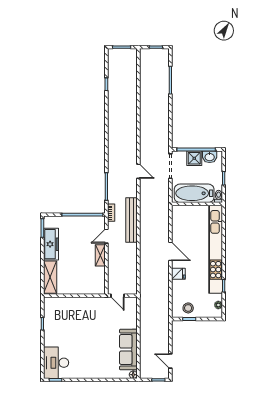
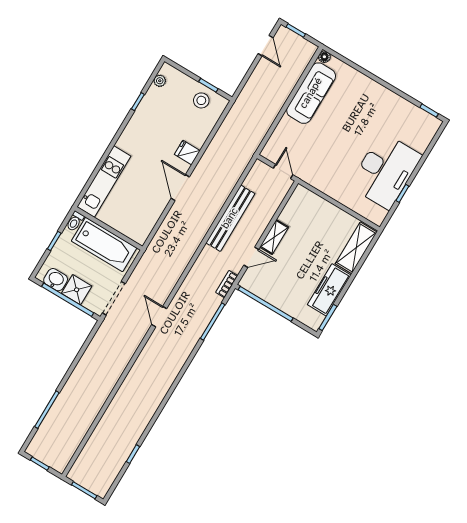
bench: (131, 220) -> (230, 218), moved
kitchen unit: (216, 249) -> (104, 181), width x0.54
desk: (56, 363) -> (385, 171), moved, width x1.36, depth x1.30

